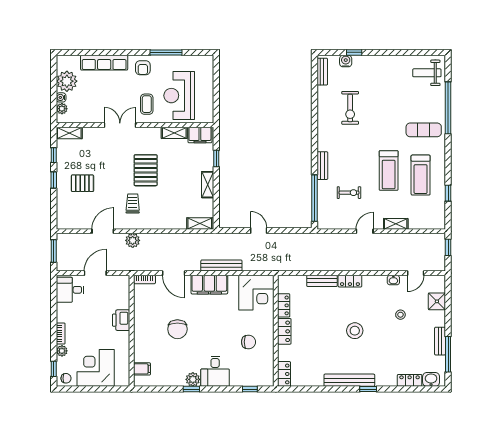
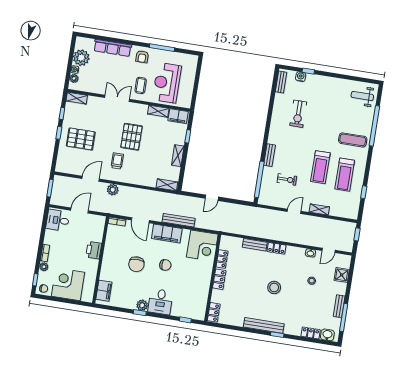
pallet: (82, 183) -> (81, 139), width x1.50, depth x1.42
door: (259, 231) -> (212, 198), swing flipped
chair: (248, 342) -> (165, 265), moved
filing cabinet: (142, 369) -> (104, 291), width x2.00

